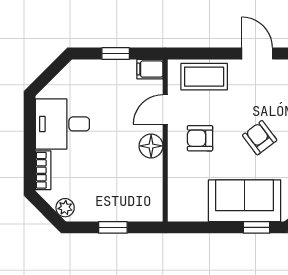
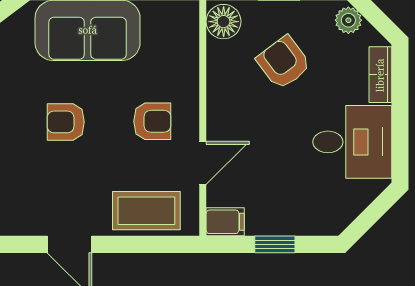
armchair: (260, 138) -> (66, 122), turned 127
floor lamp: (151, 146) -> (224, 22), moved
armchair: (110, 179) -> (284, 63), added

